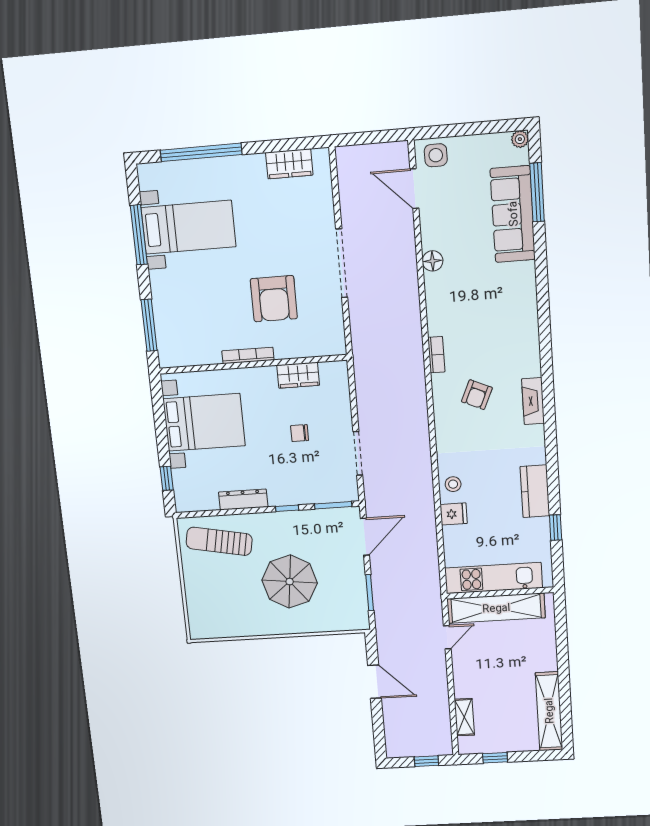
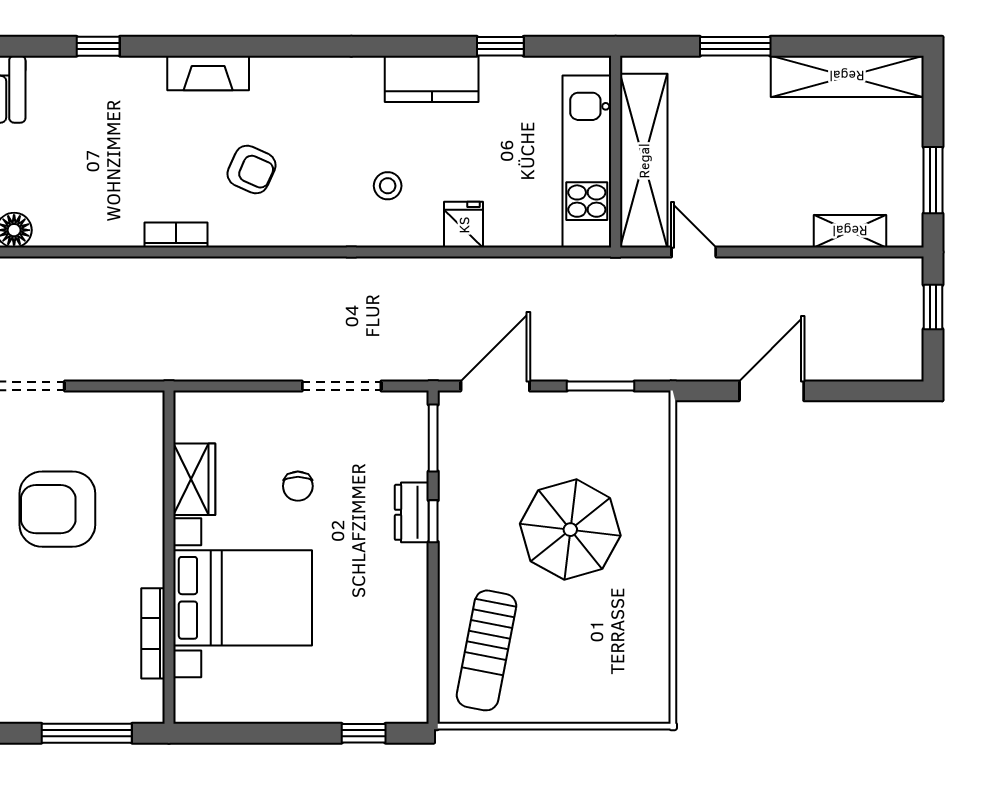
armchair: (274, 299) -> (57, 509), turned 180
window: (543, 302) -> (98, 46), added
bookcase: (248, 355) -> (153, 633), moved
fireplace: (533, 401) -> (208, 73), moved
bed with nightstands: (204, 422) -> (243, 598), moved, turned 90
stool: (453, 484) -> (388, 186), moved
dresser: (243, 500) -> (412, 512), moved, width x0.70
door: (365, 537) -> (495, 386), hinge flipped
window: (562, 653) -> (735, 46), added
window: (495, 758) -> (933, 180), width x1.50

